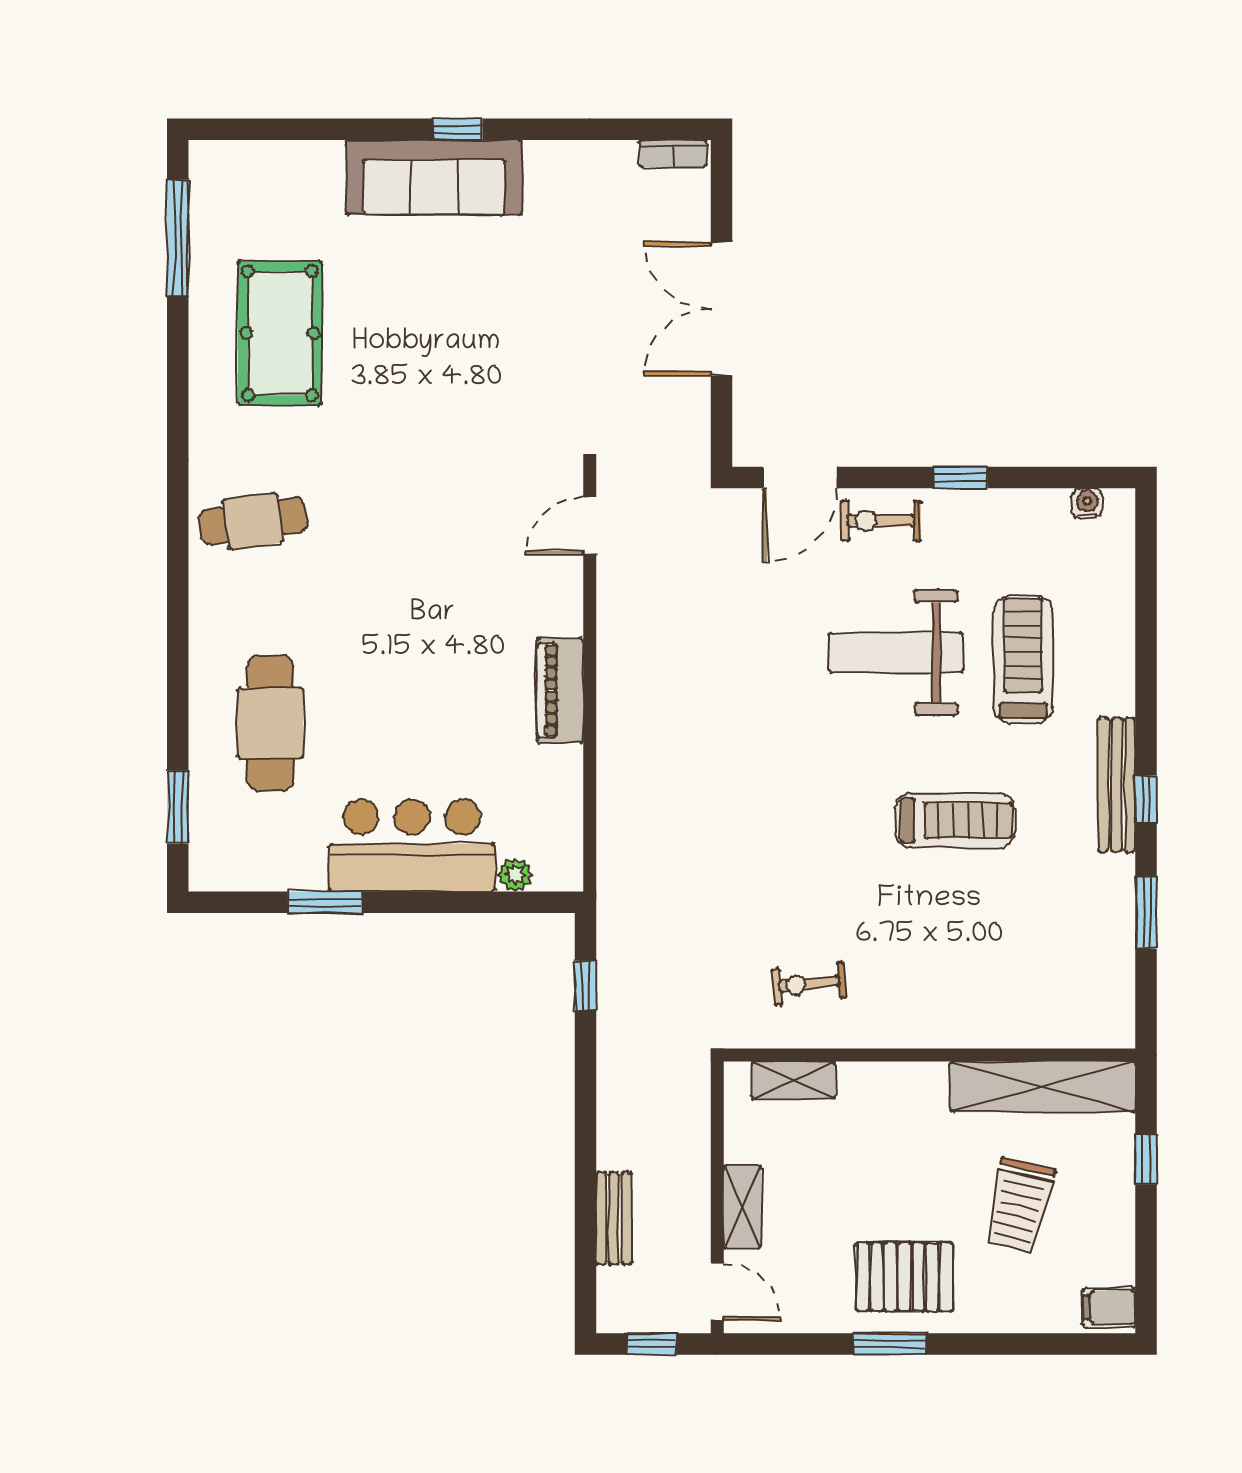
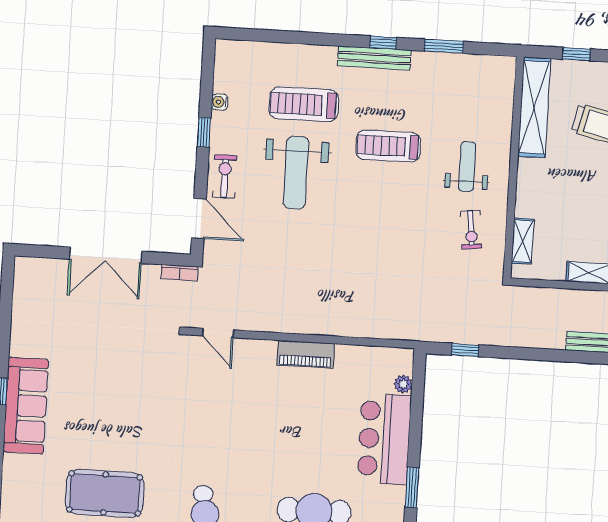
bookcase: (673, 153) -> (180, 273), moved, turned 90
water cooler: (1087, 503) -> (220, 102), moved
exercise bike: (881, 521) -> (225, 176), turned 180
treadmill: (955, 820) -> (388, 146), turned -90
weight bench: (926, 969) -> (467, 167), added

